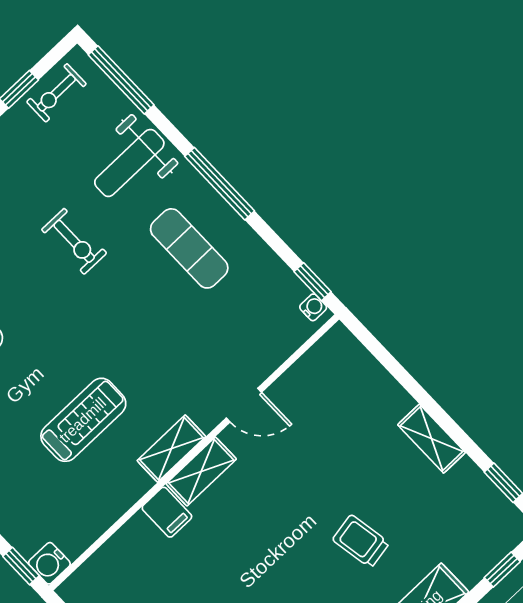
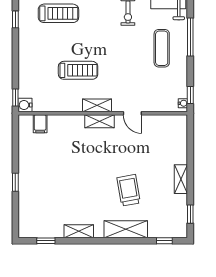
filing cabinet: (167, 512) -> (40, 124), moved
trolley: (361, 541) -> (129, 190), width x1.36, depth x1.39

